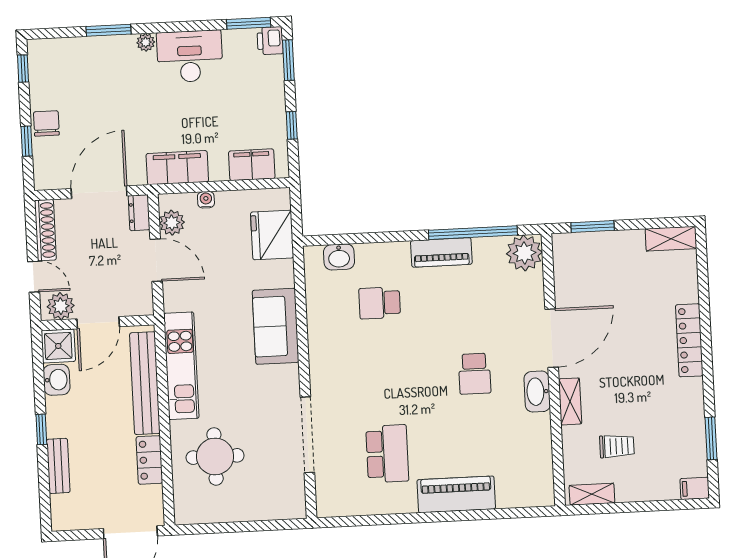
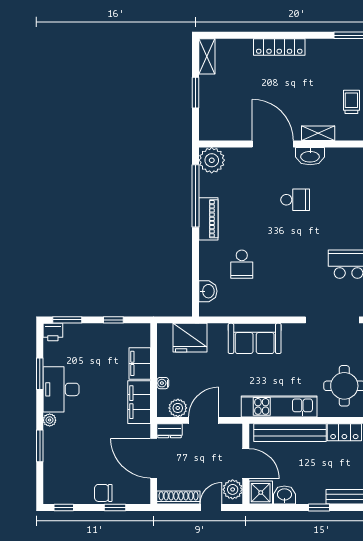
window: (249, 23) -> (40, 374), moved
filing cabinet: (252, 165) -> (140, 363), moved
window: (593, 227) -> (196, 93), moved

